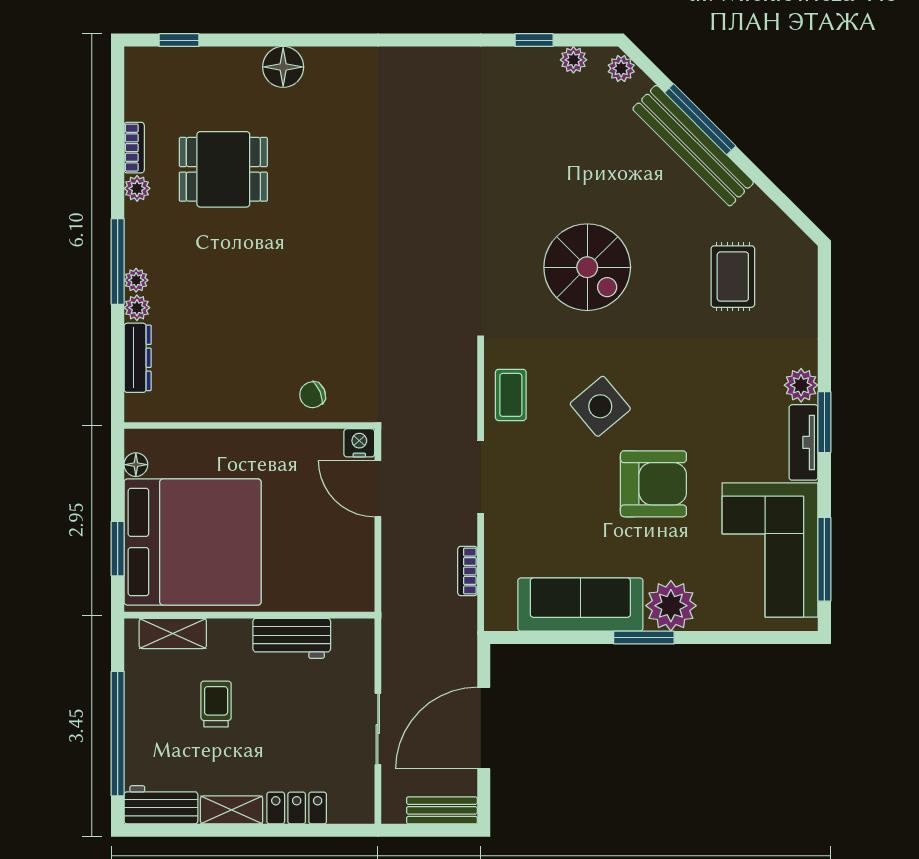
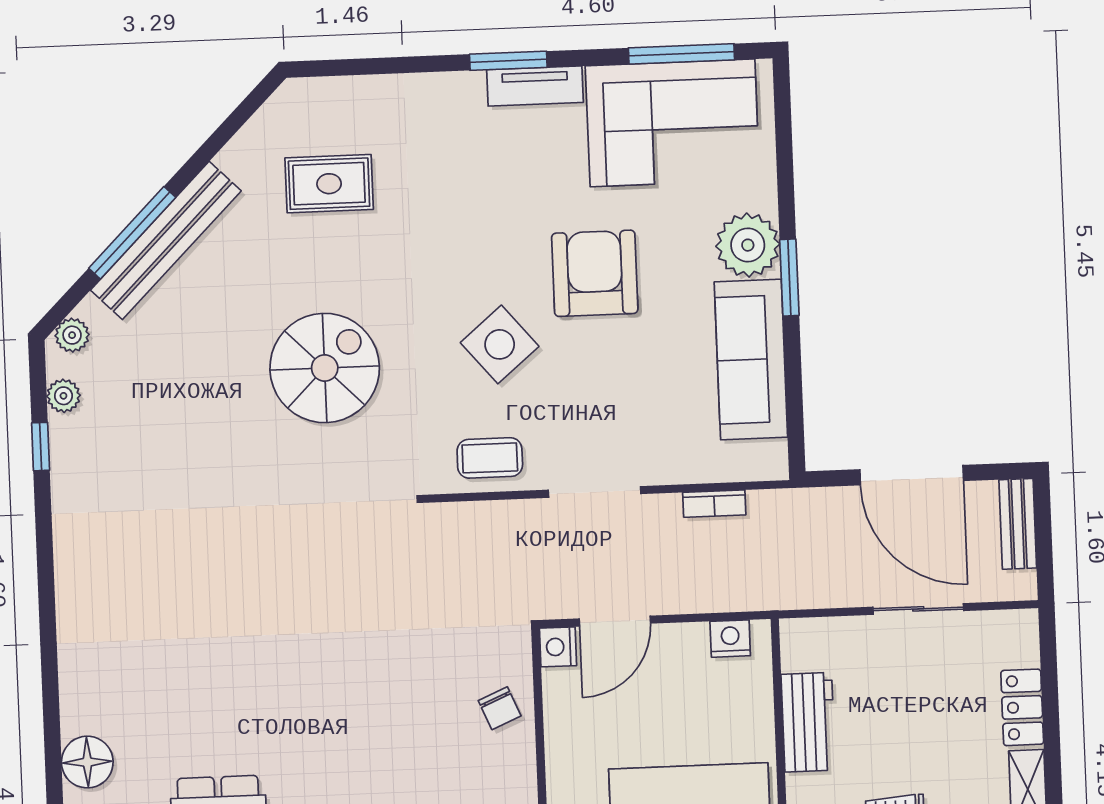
plant: (801, 385) -> (463, 92), removed
nightstand: (360, 579) -> (730, 639), added

